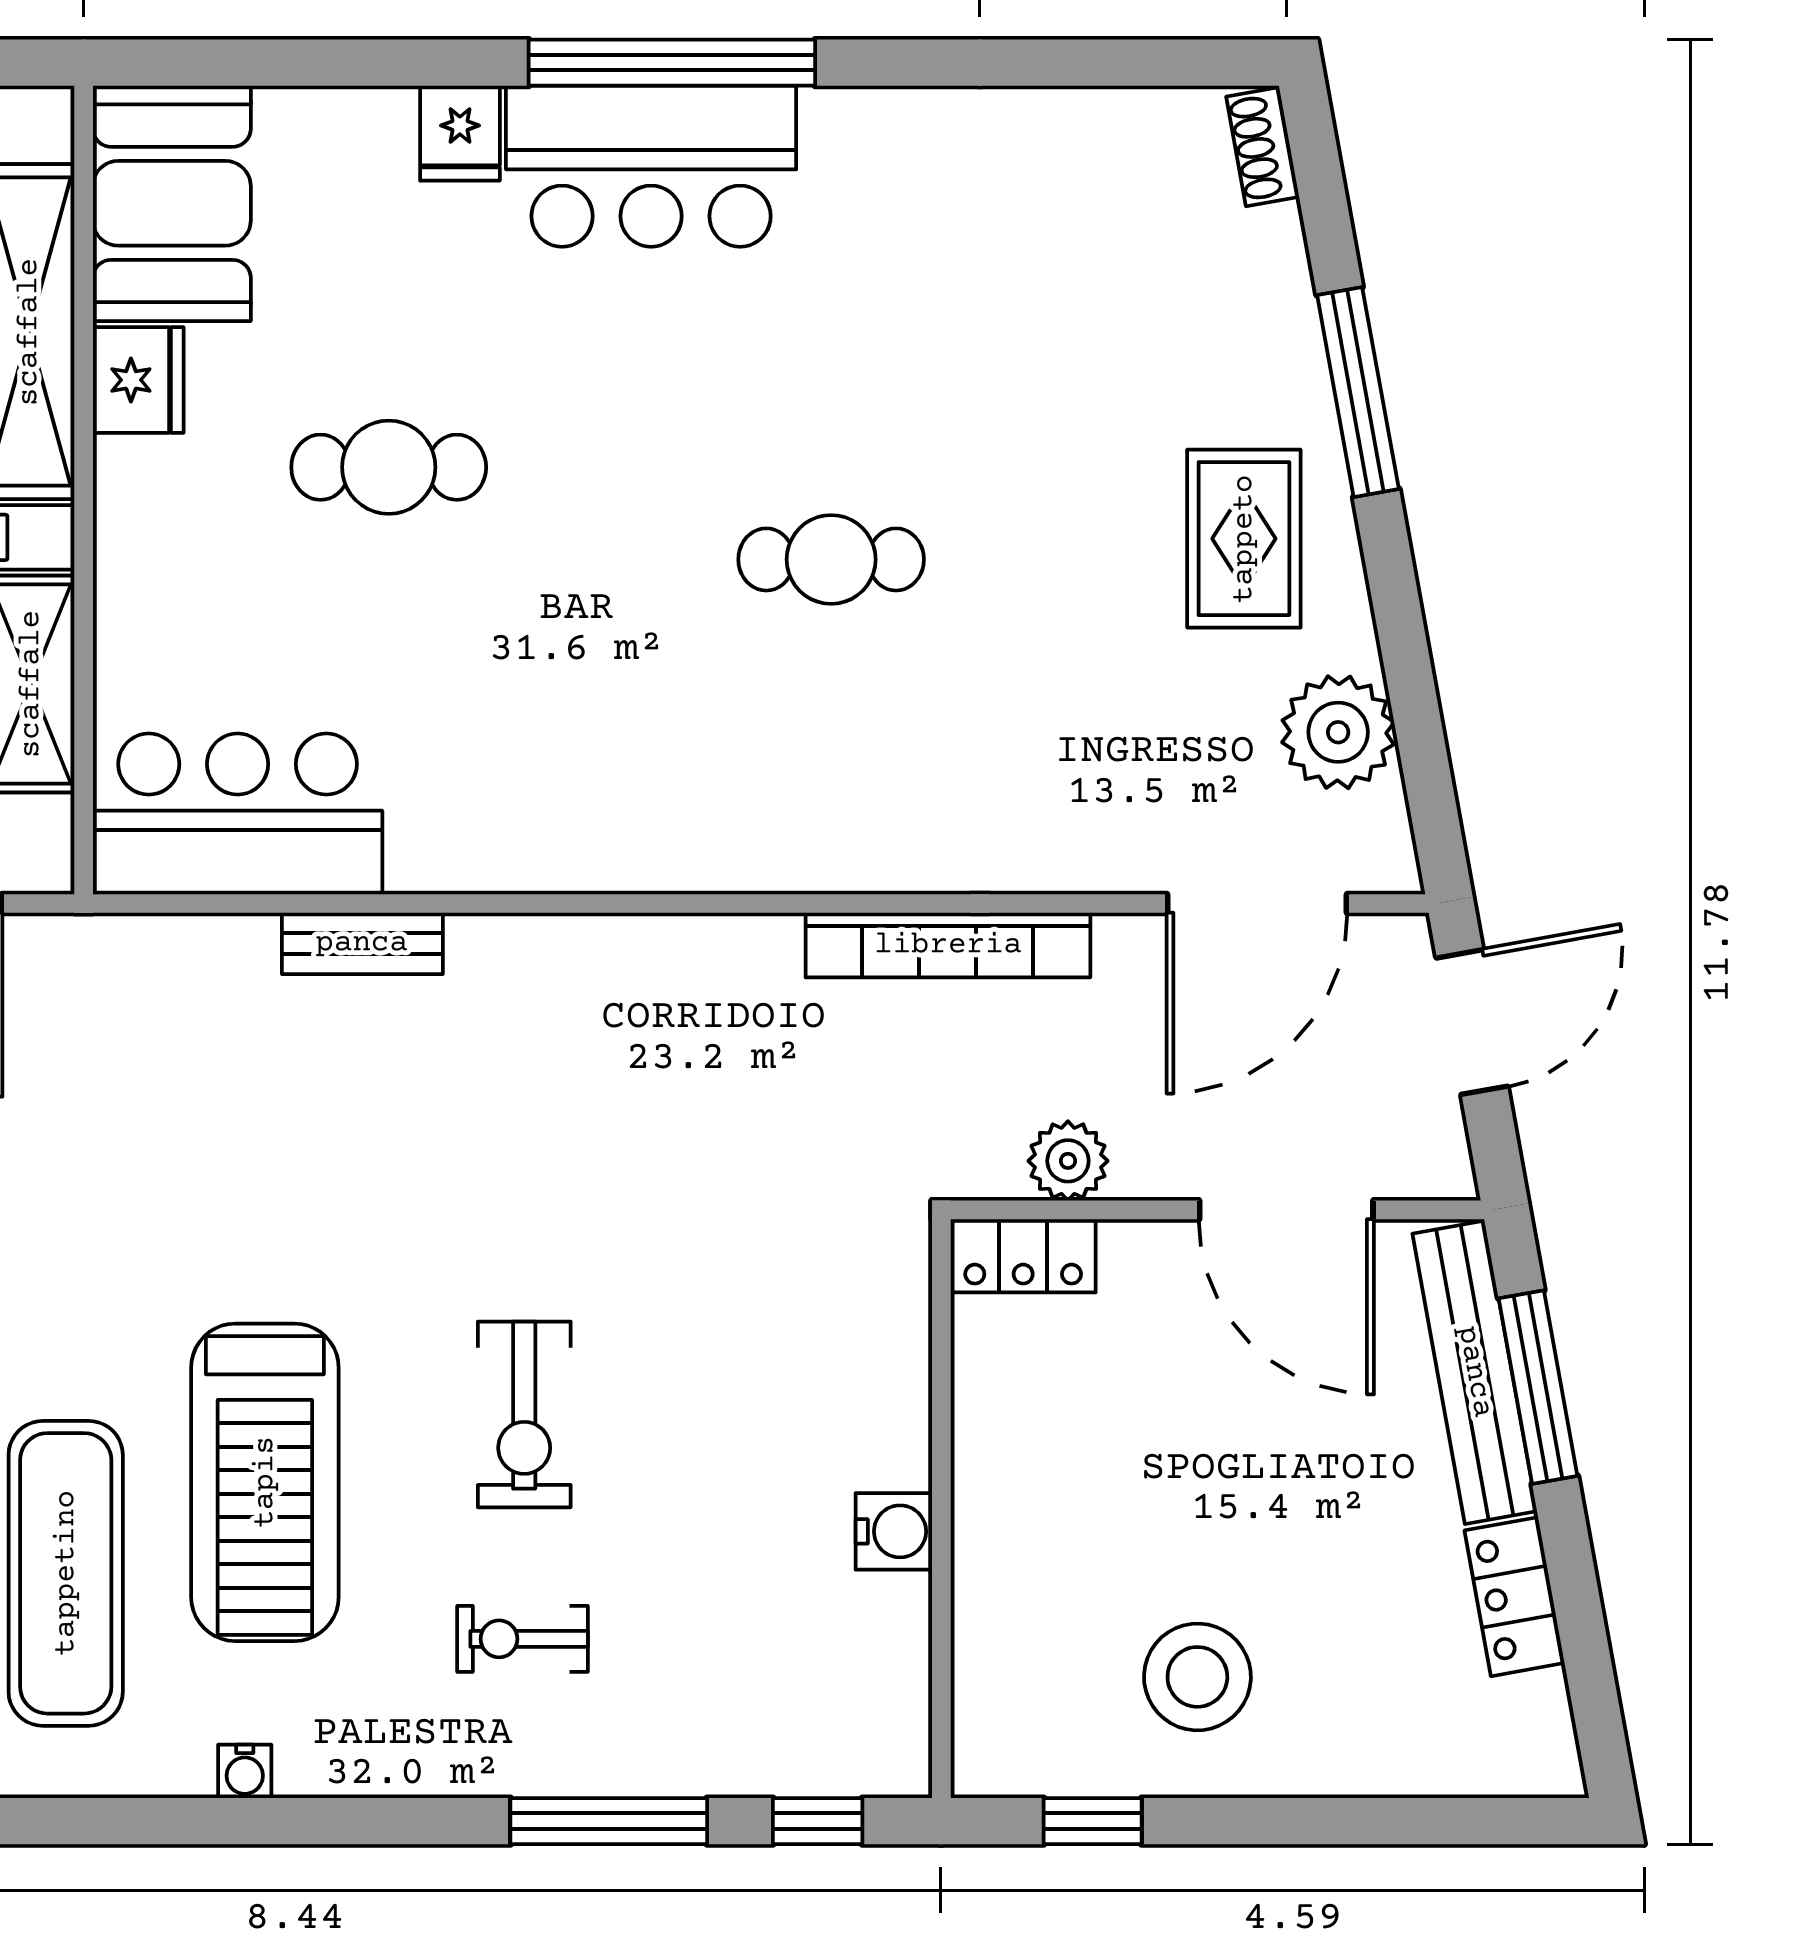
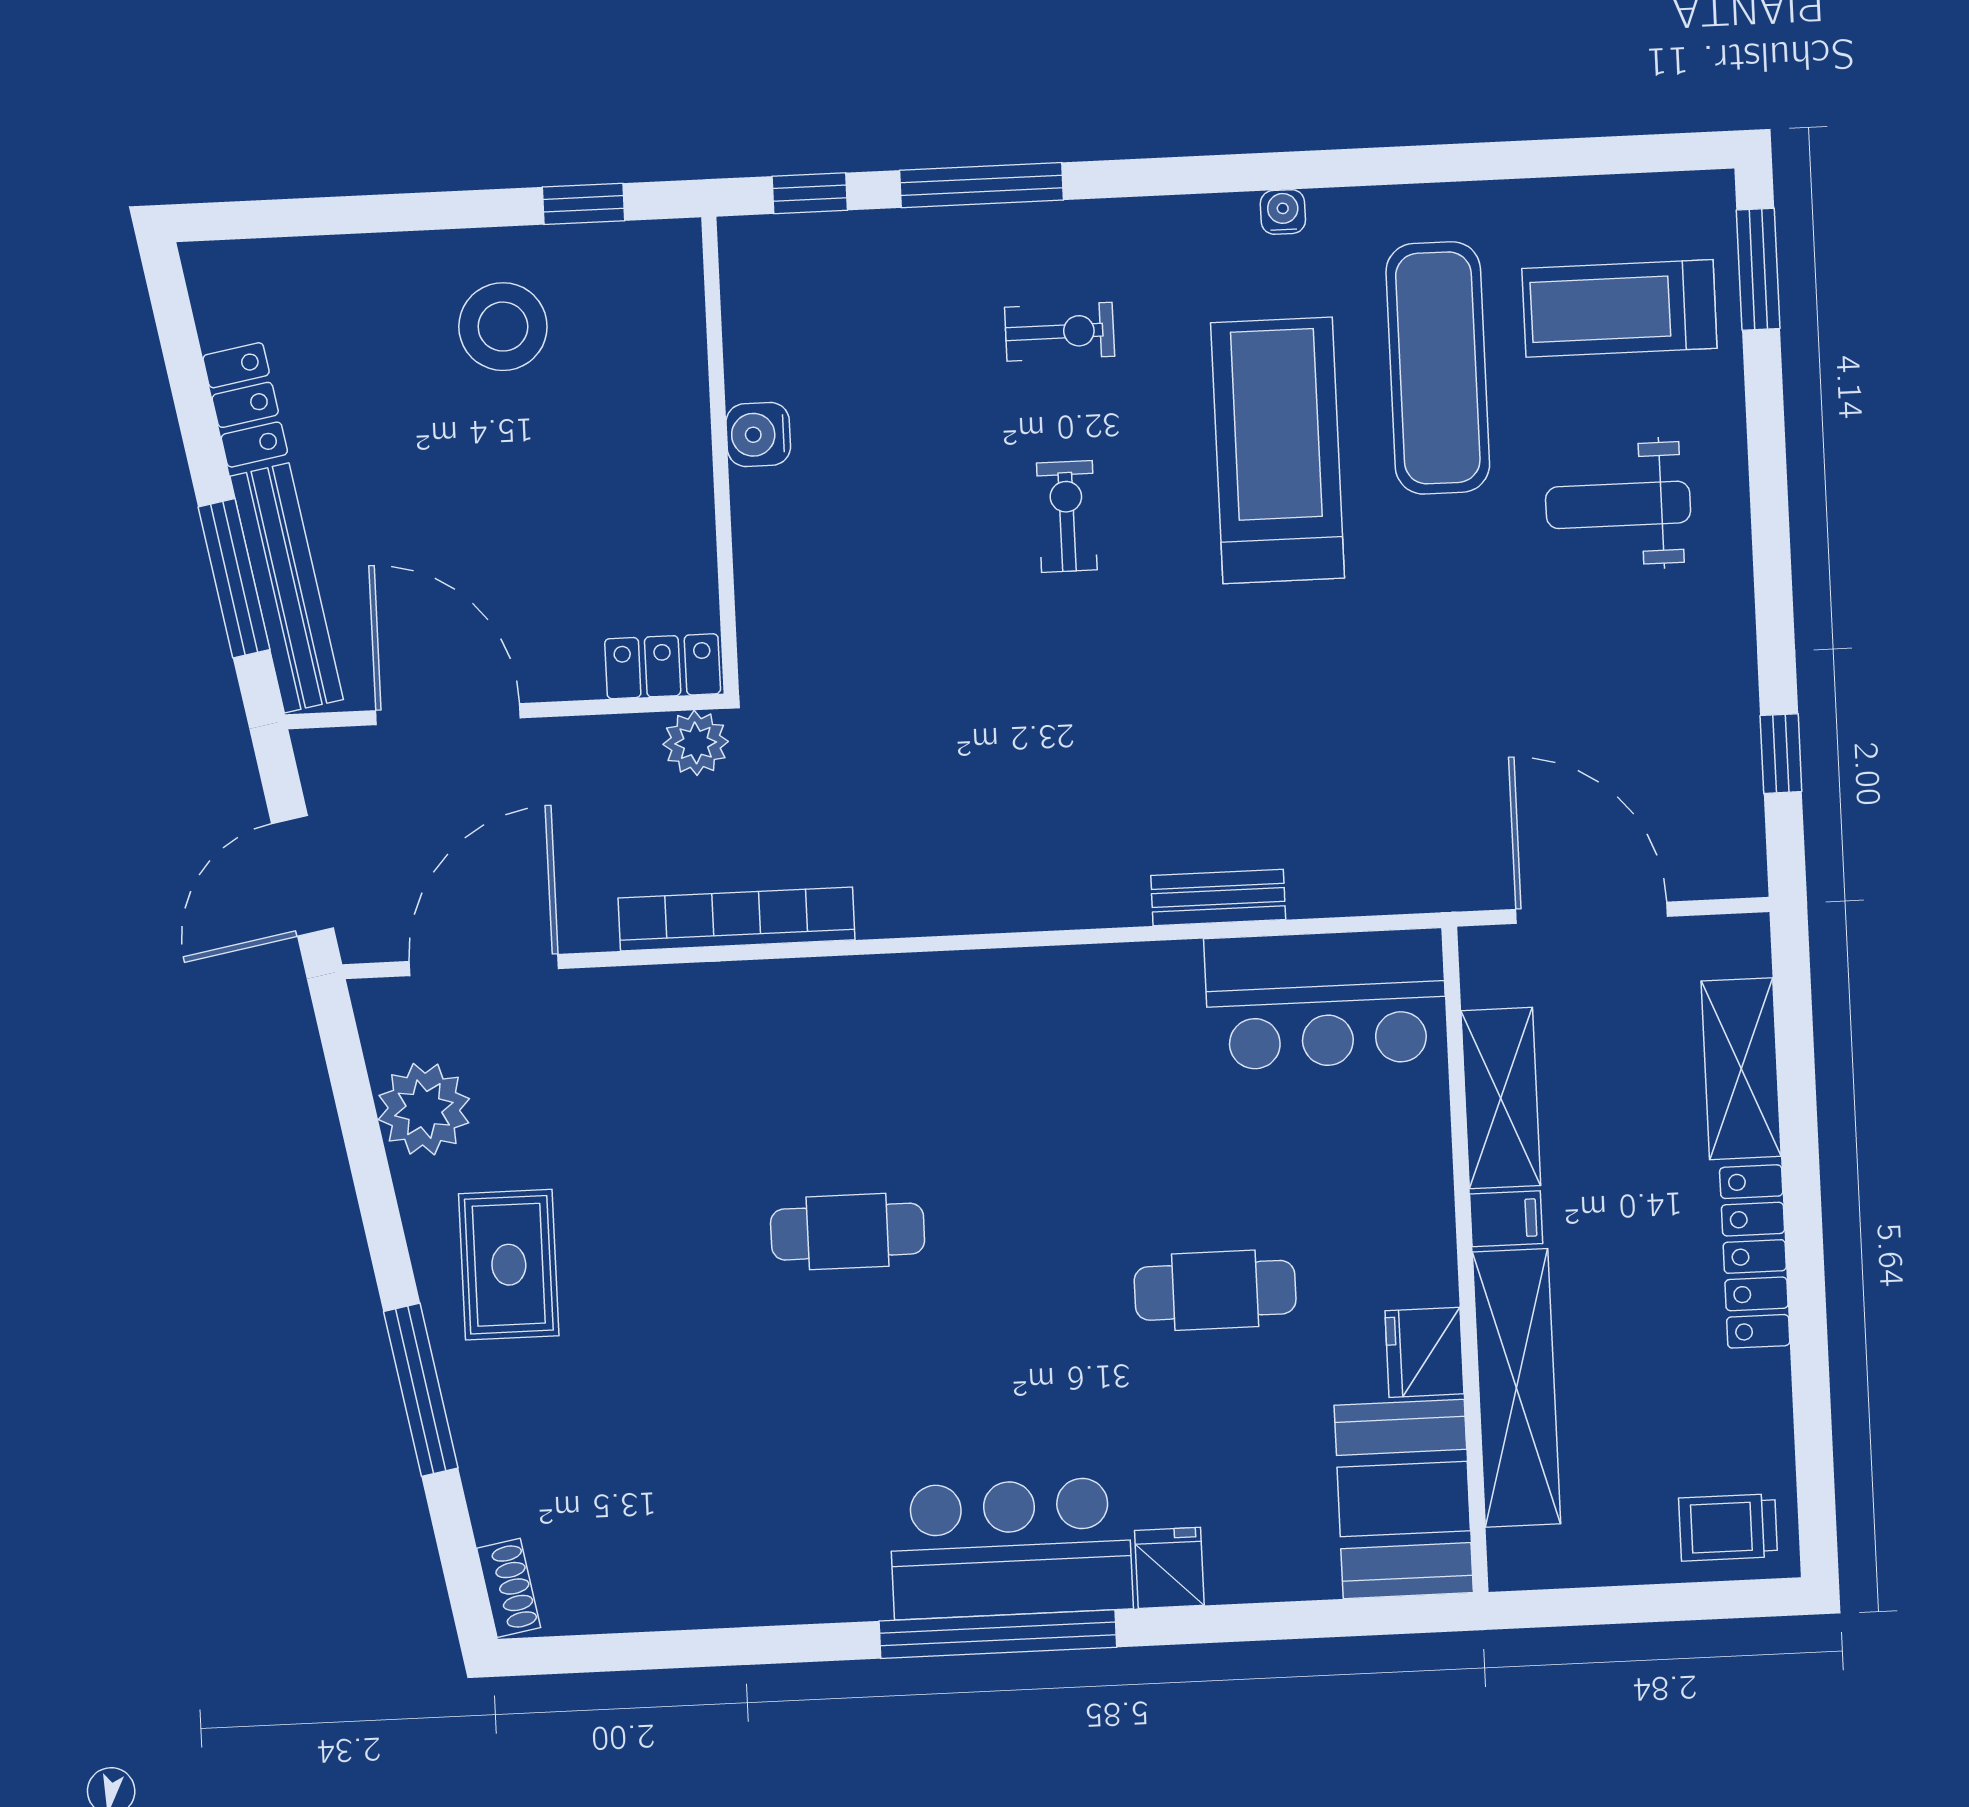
plant: (1068, 1161) -> (696, 743), moved
exercise bike: (524, 1414) -> (1067, 516), width x0.73, depth x0.72

